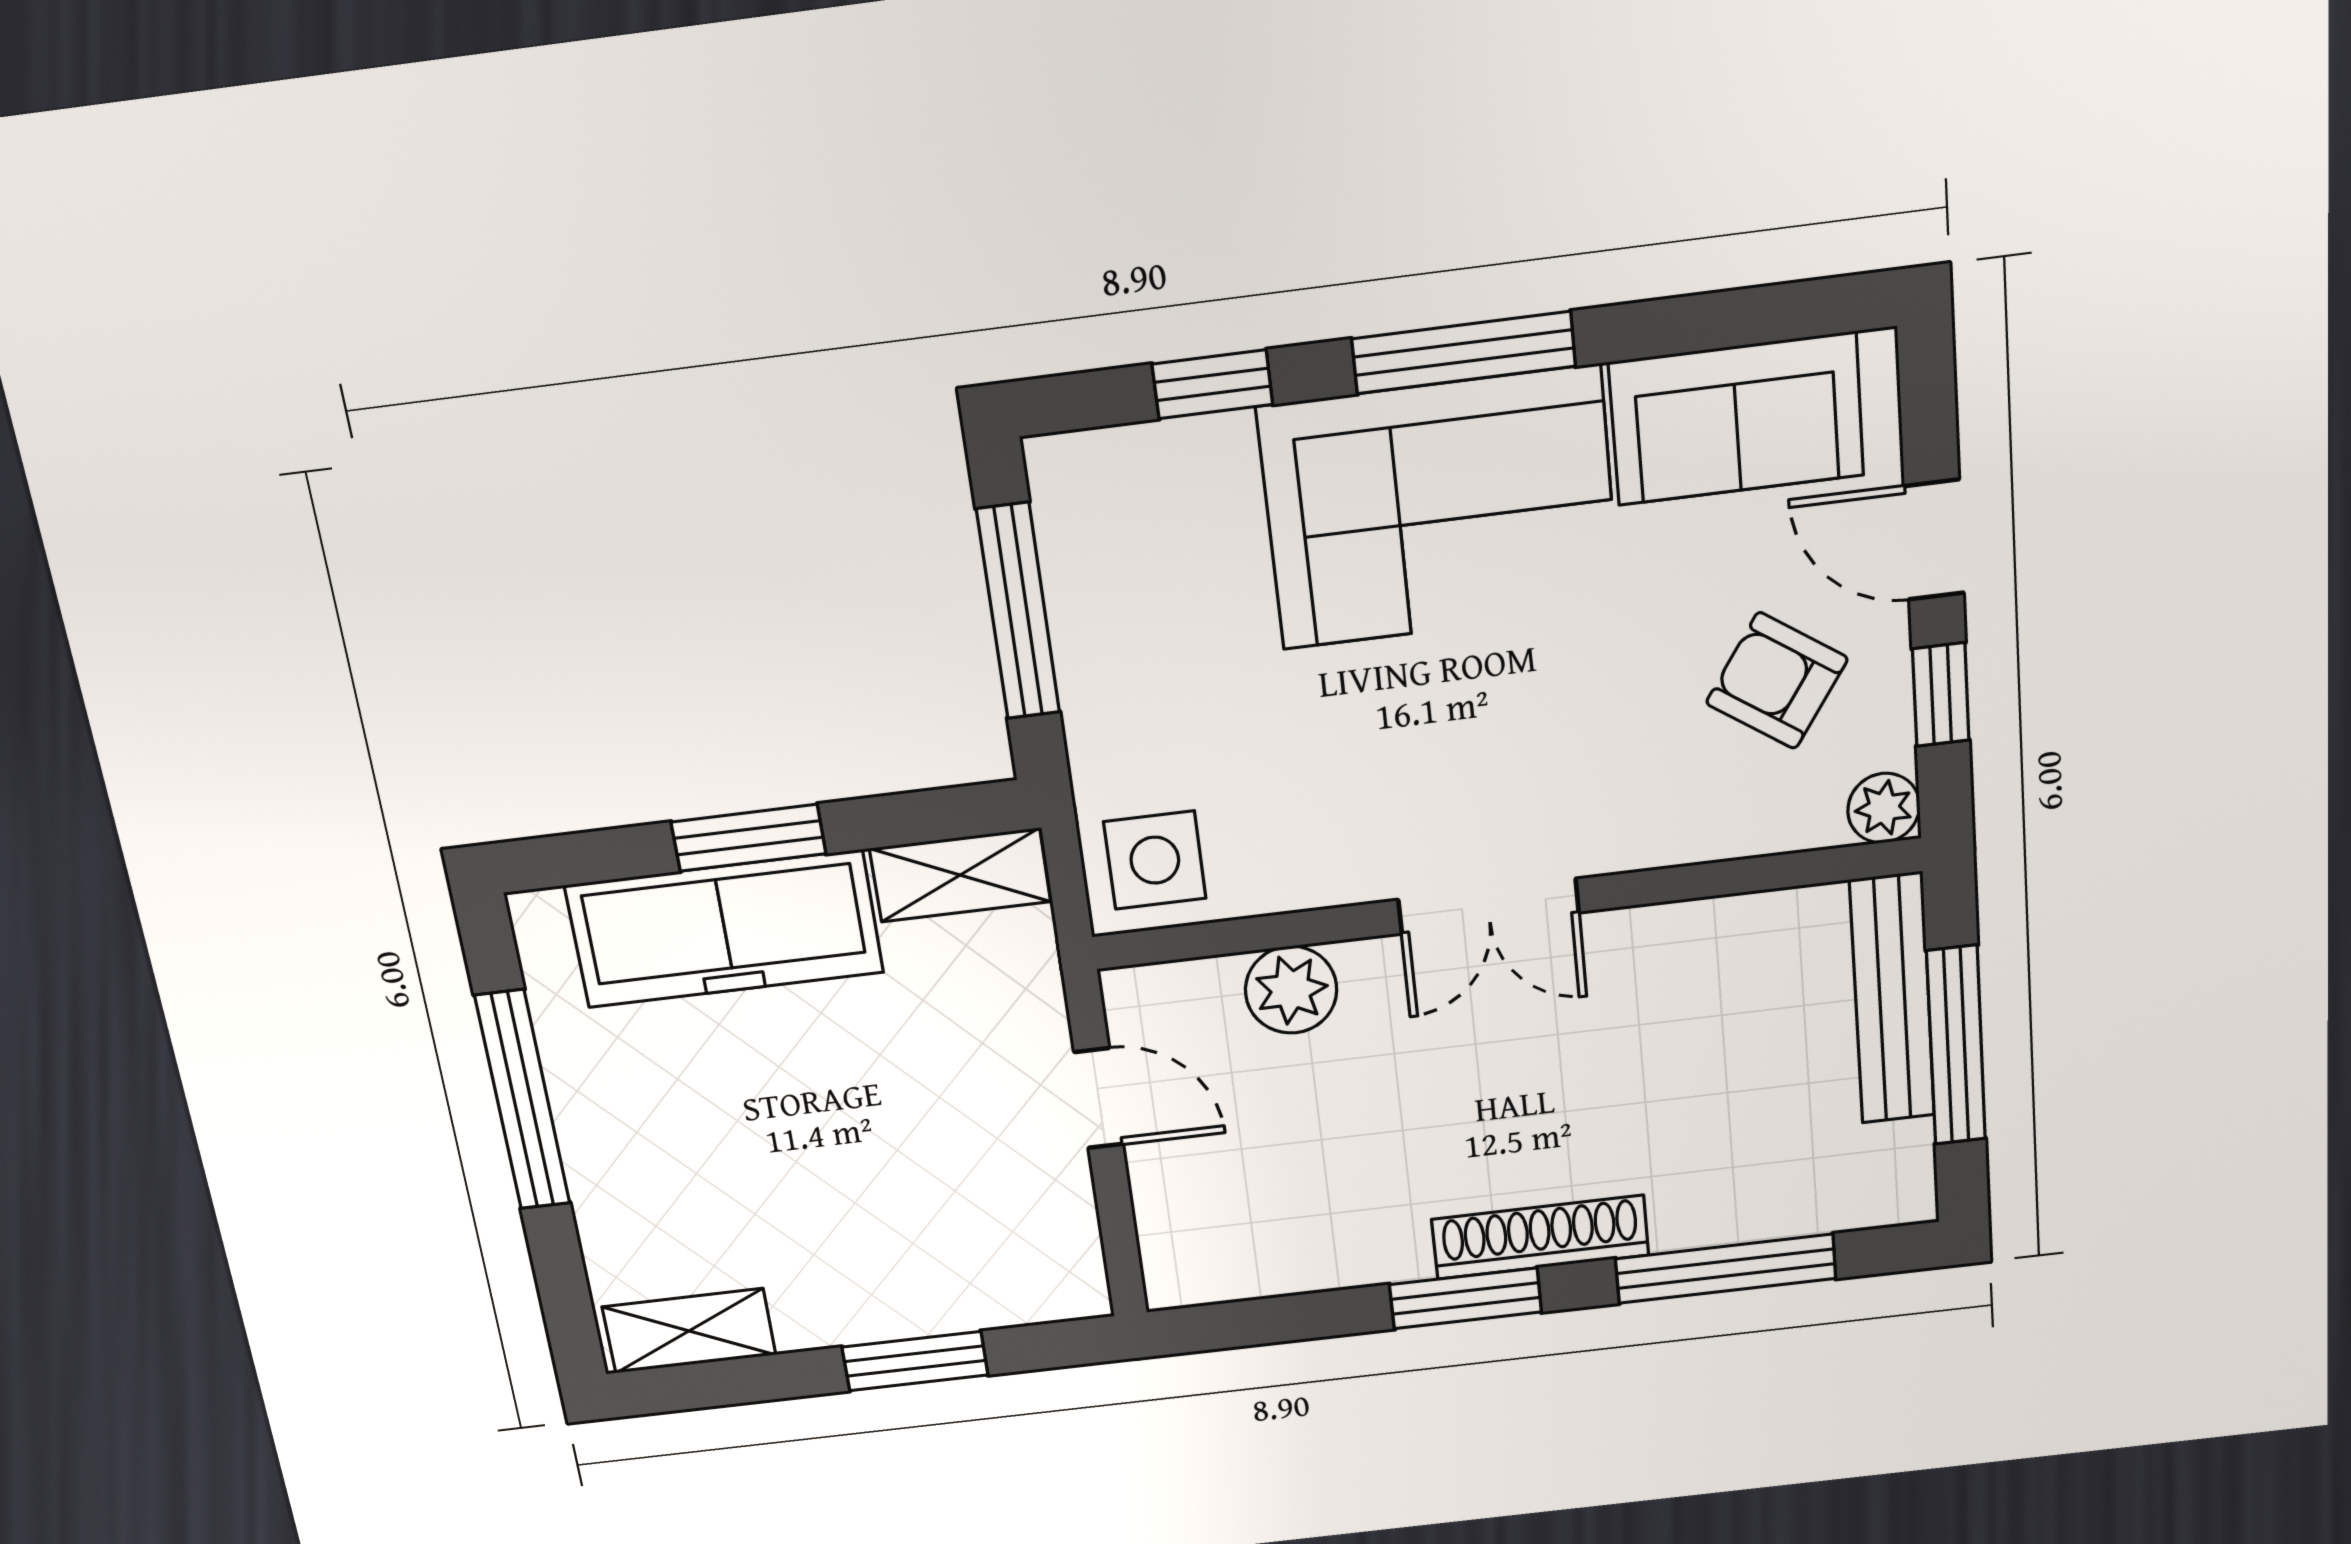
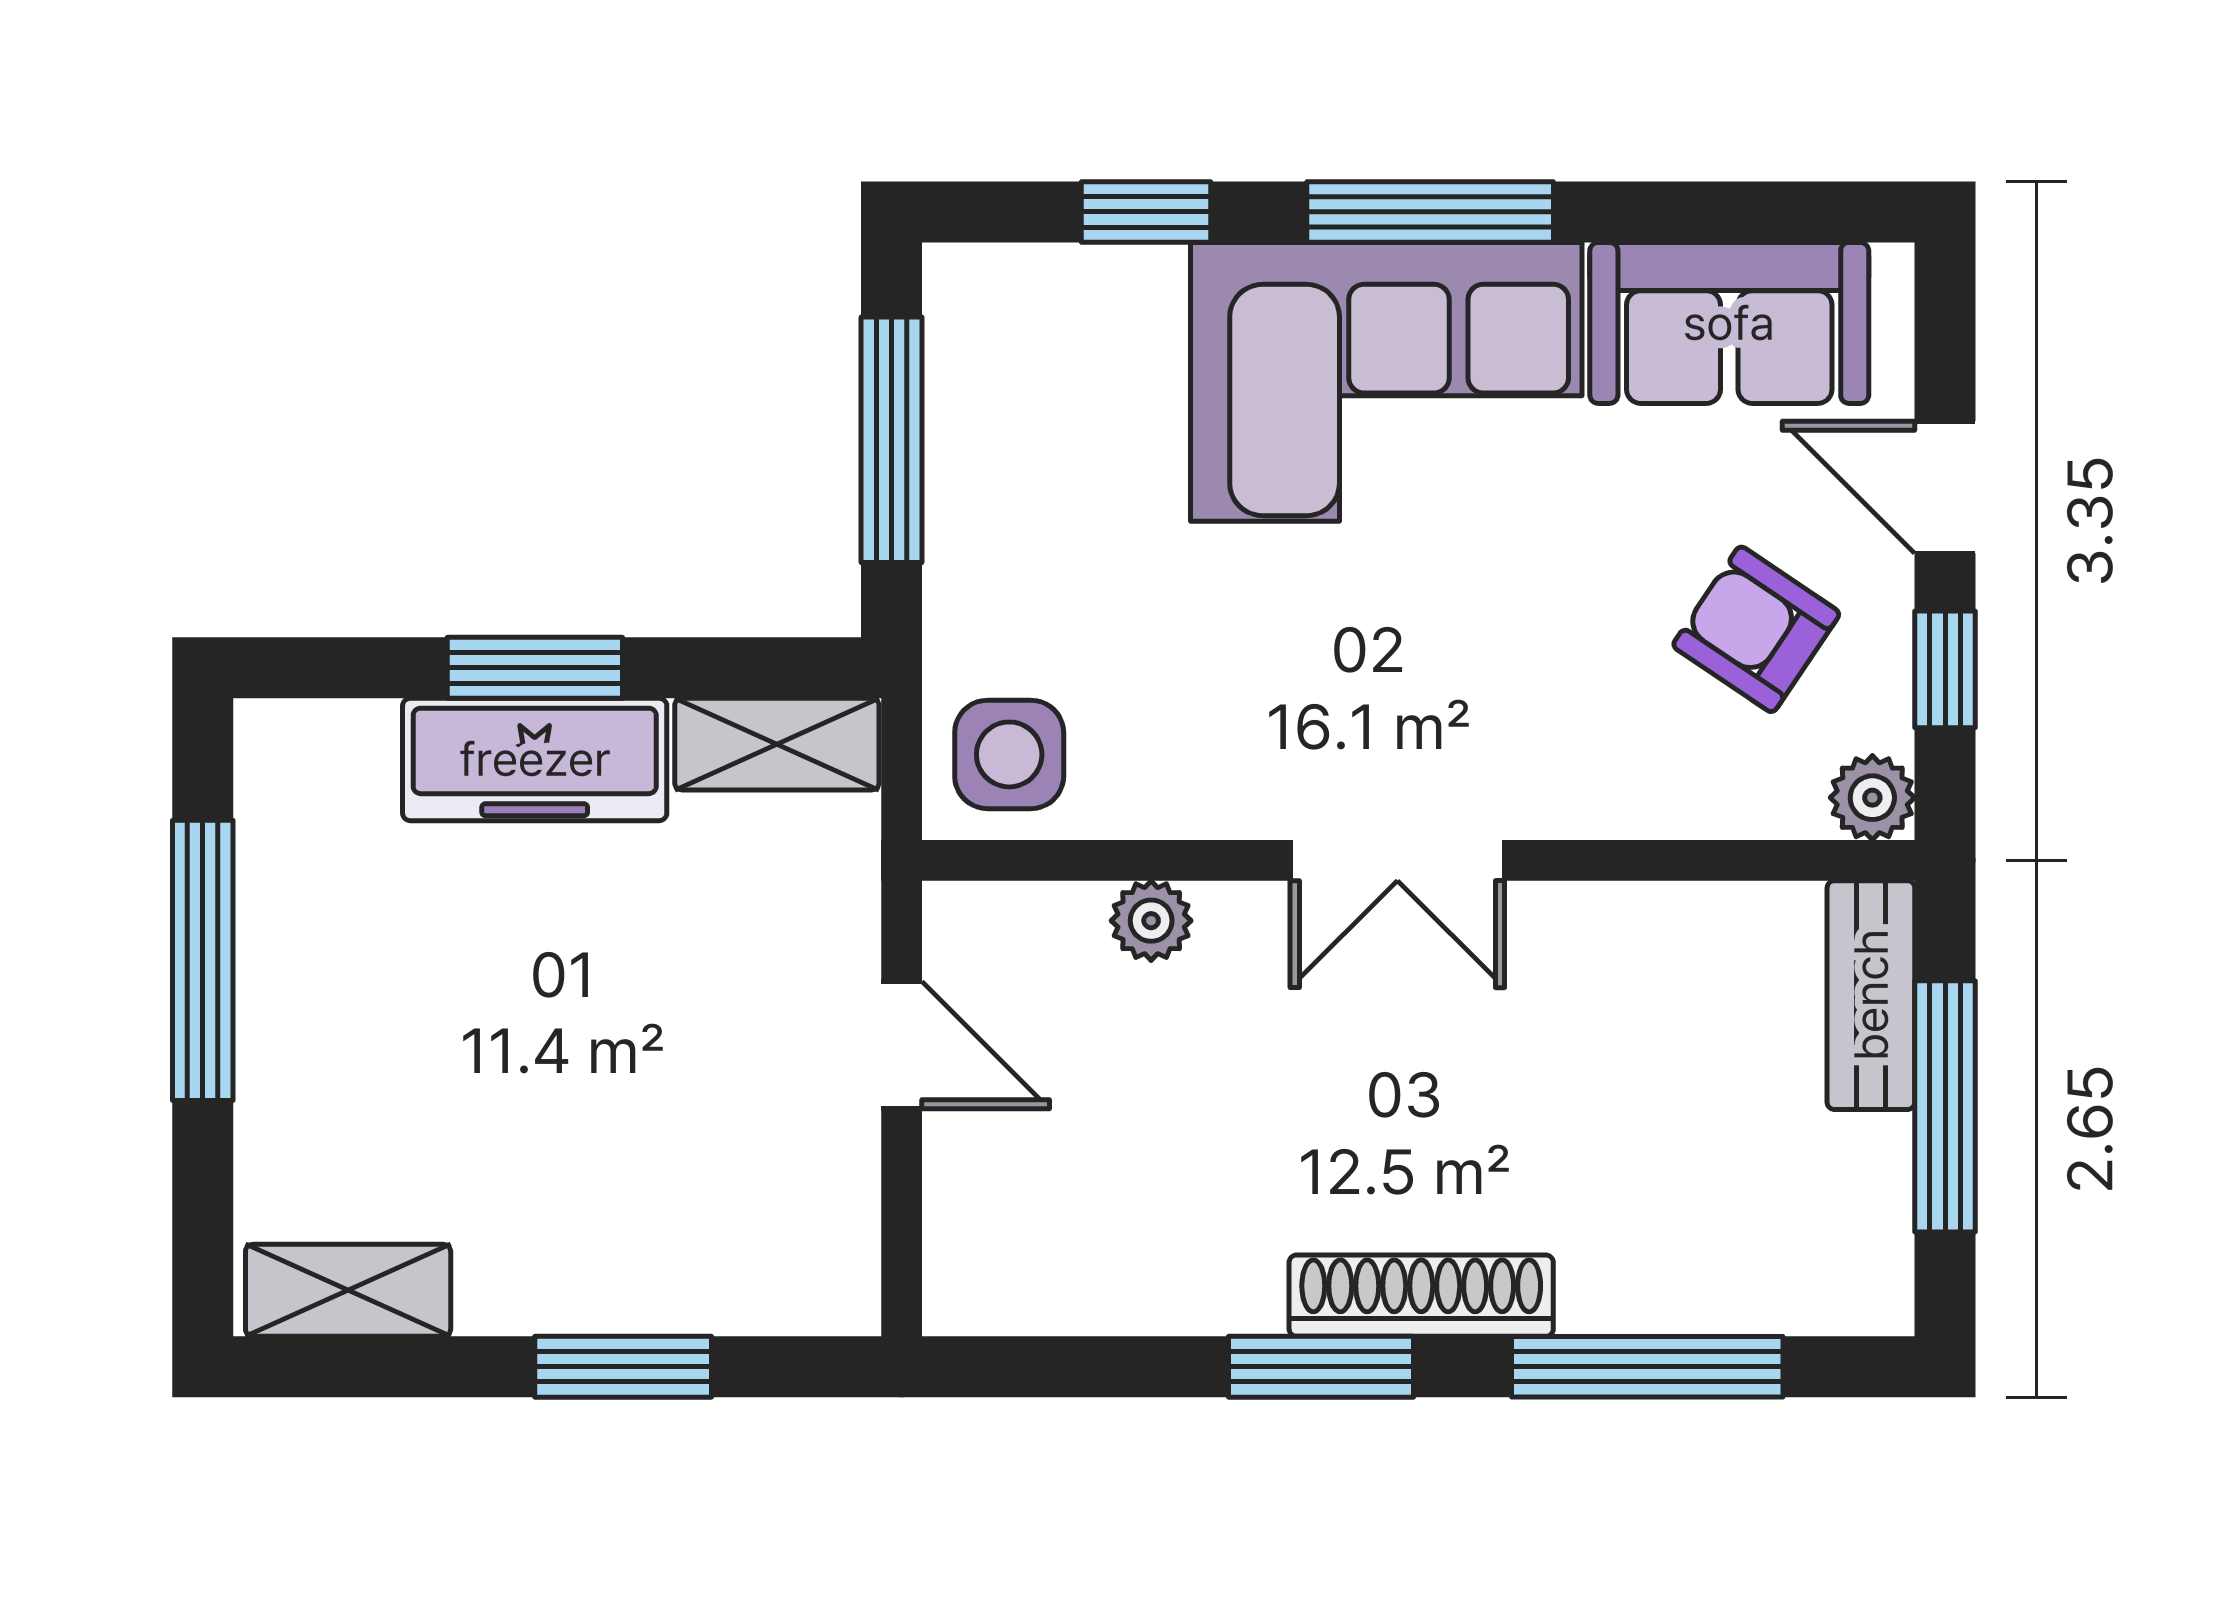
freezer: (725, 929) -> (535, 759), width x0.73, depth x0.79
plant: (1291, 990) -> (1151, 921), width x0.73, depth x0.73
bench: (1892, 999) -> (1871, 995), width x0.73

